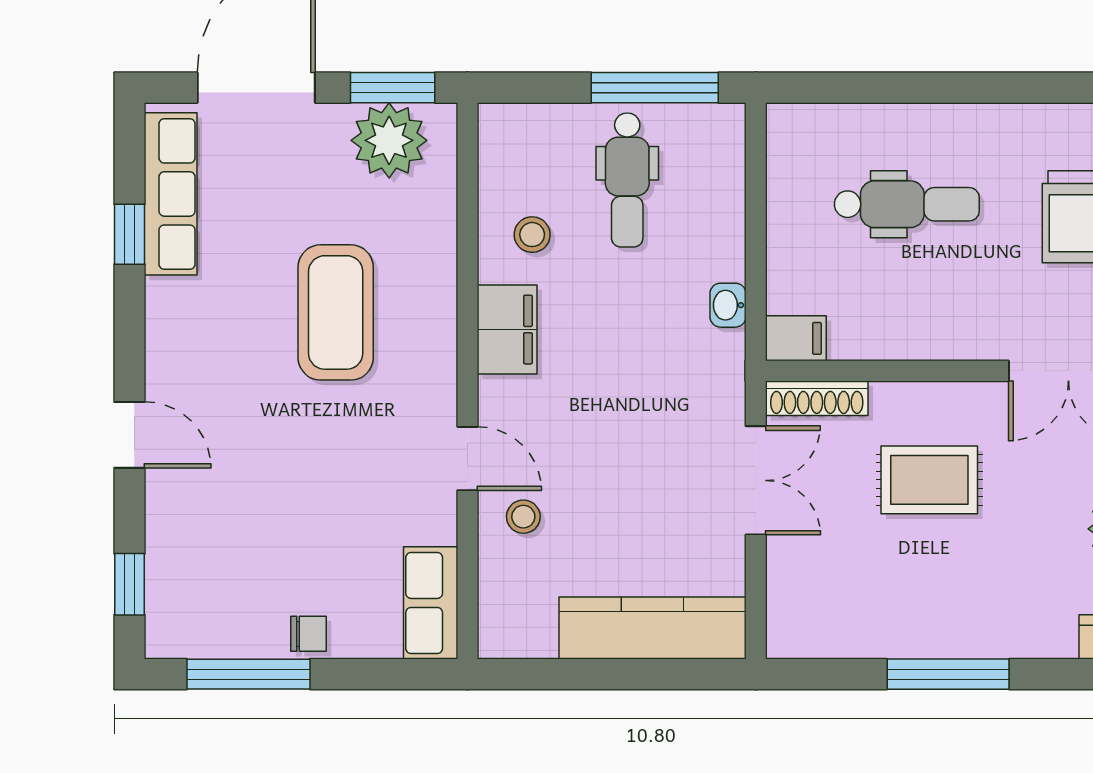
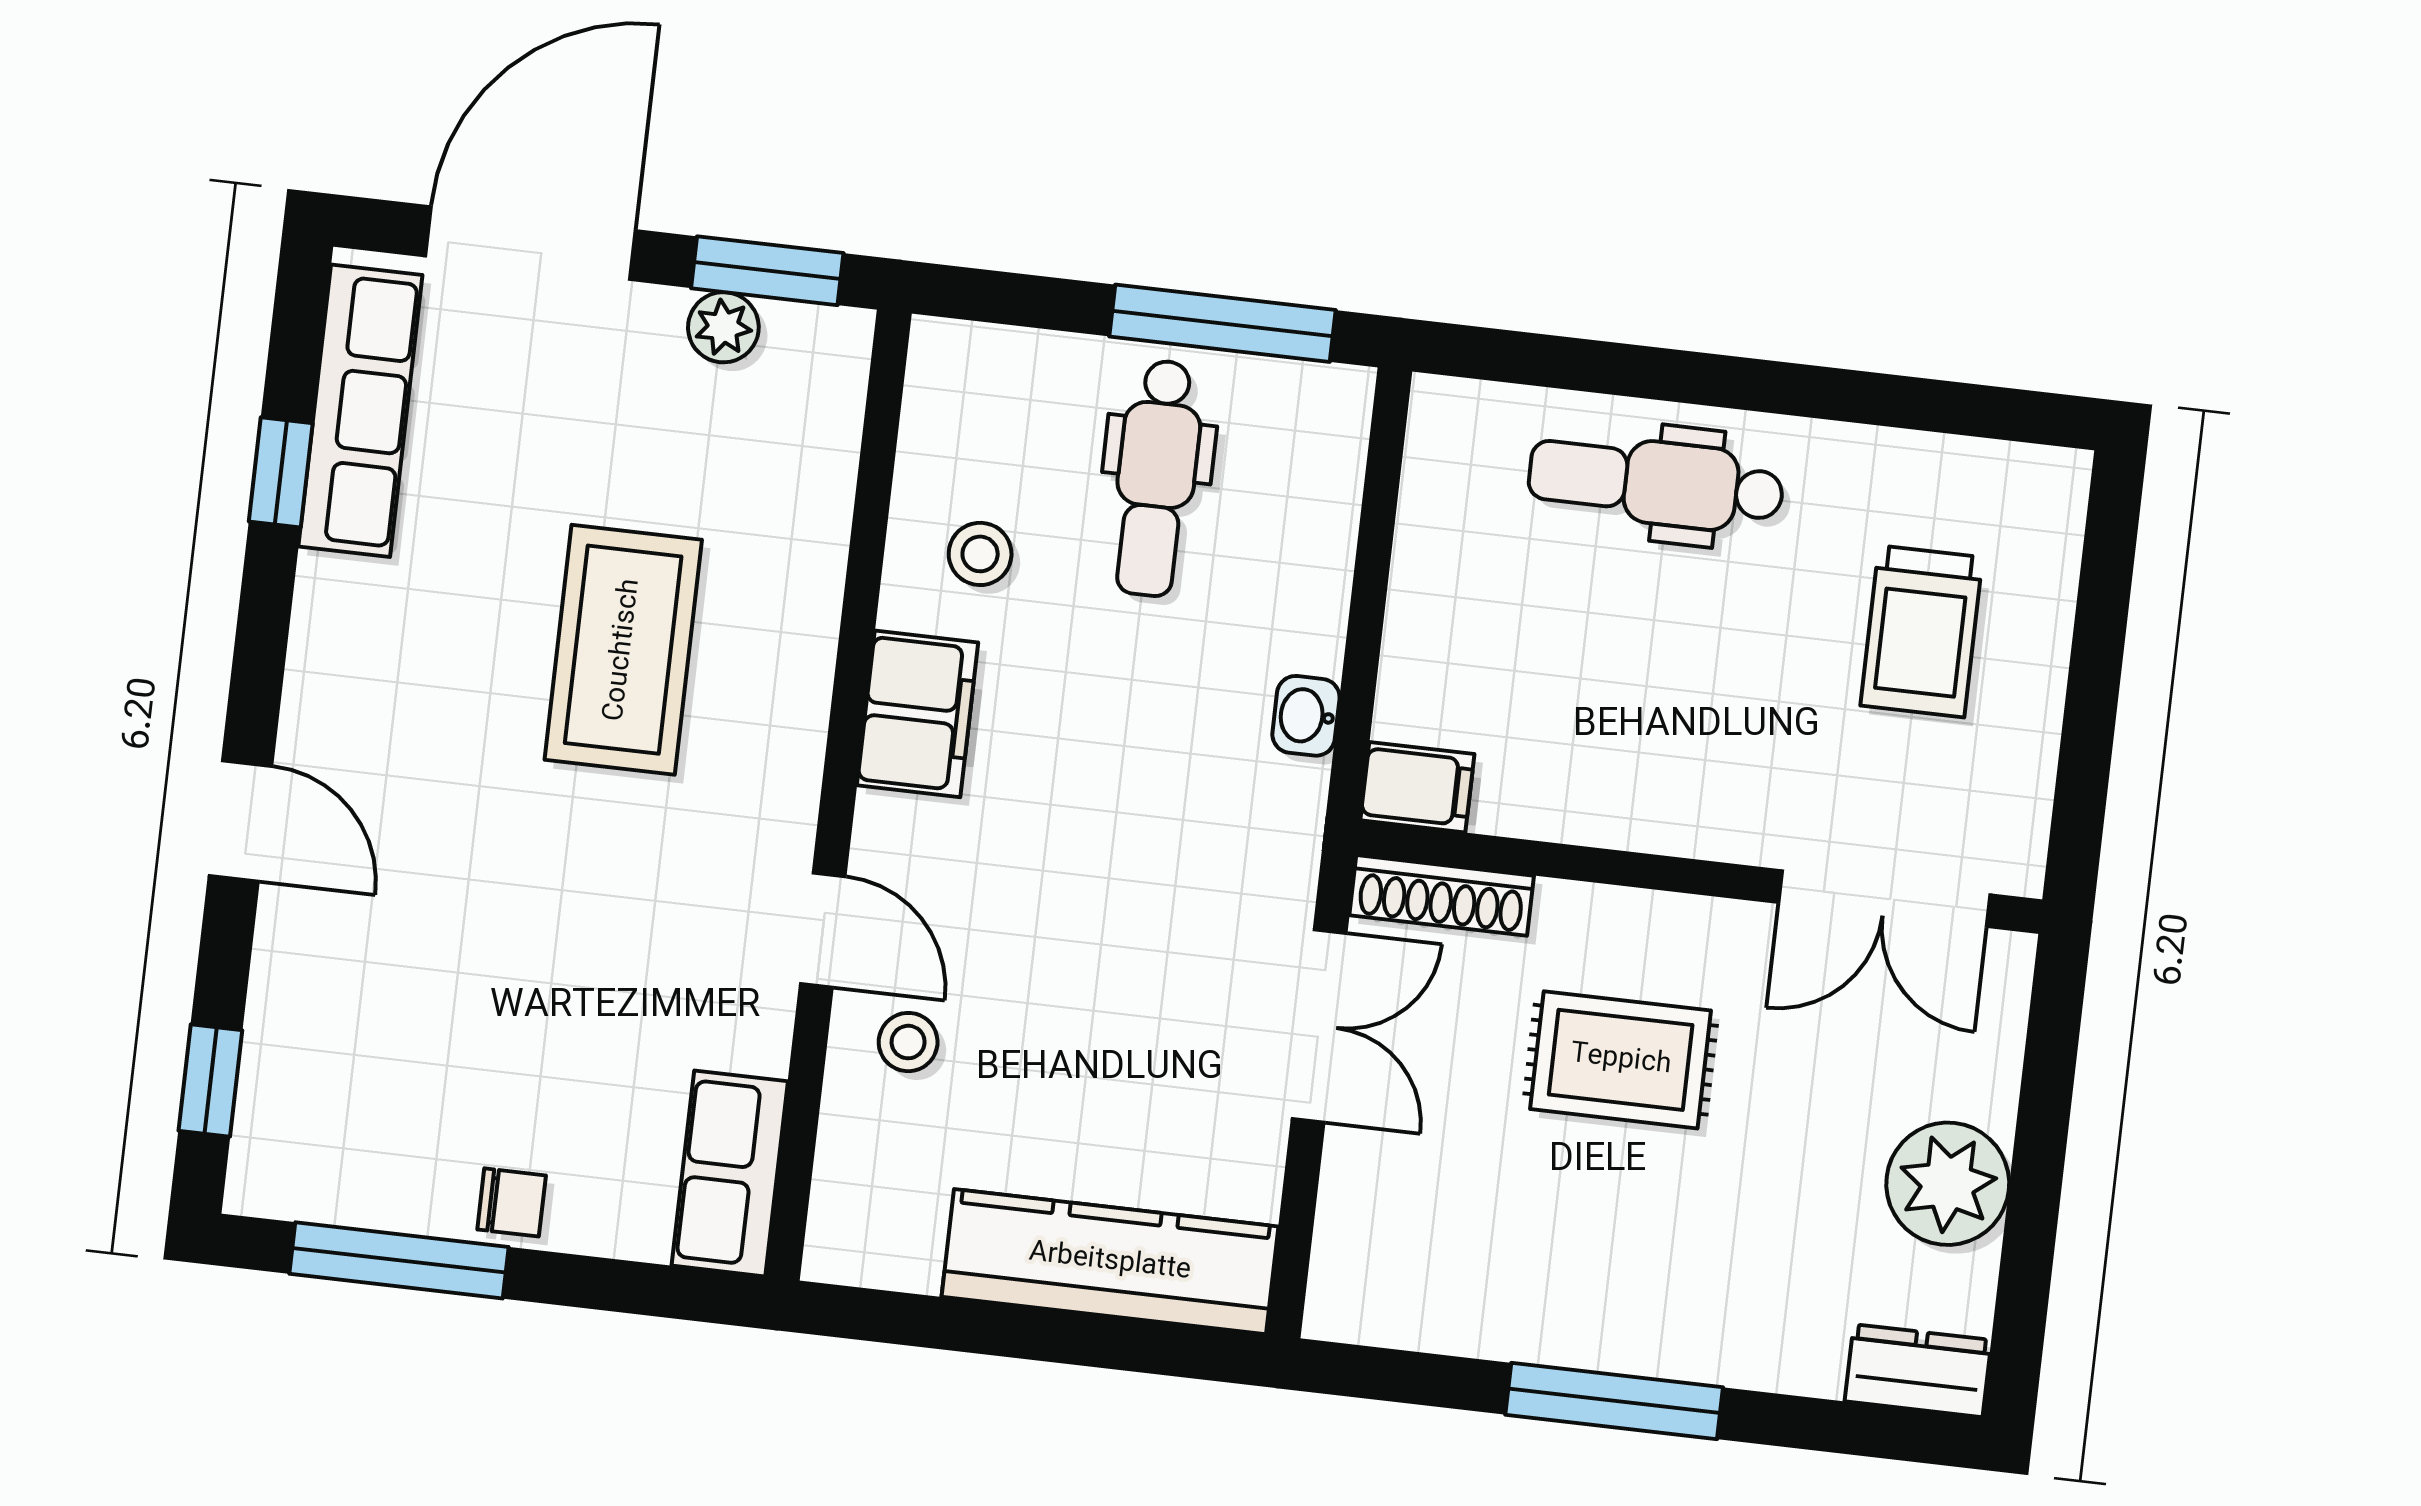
plant: (389, 140) -> (723, 327), width x0.53, depth x0.53
dental chair: (907, 204) -> (1656, 483), moved, turned 180

